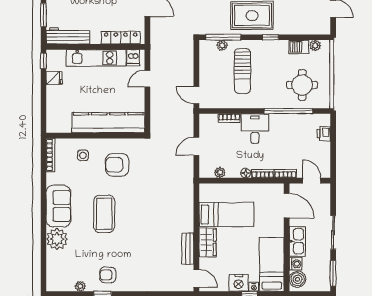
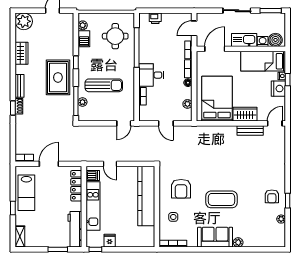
bed: (226, 214) -> (217, 99), width x1.50
plant: (57, 239) -> (238, 242), width x0.53, depth x0.53

